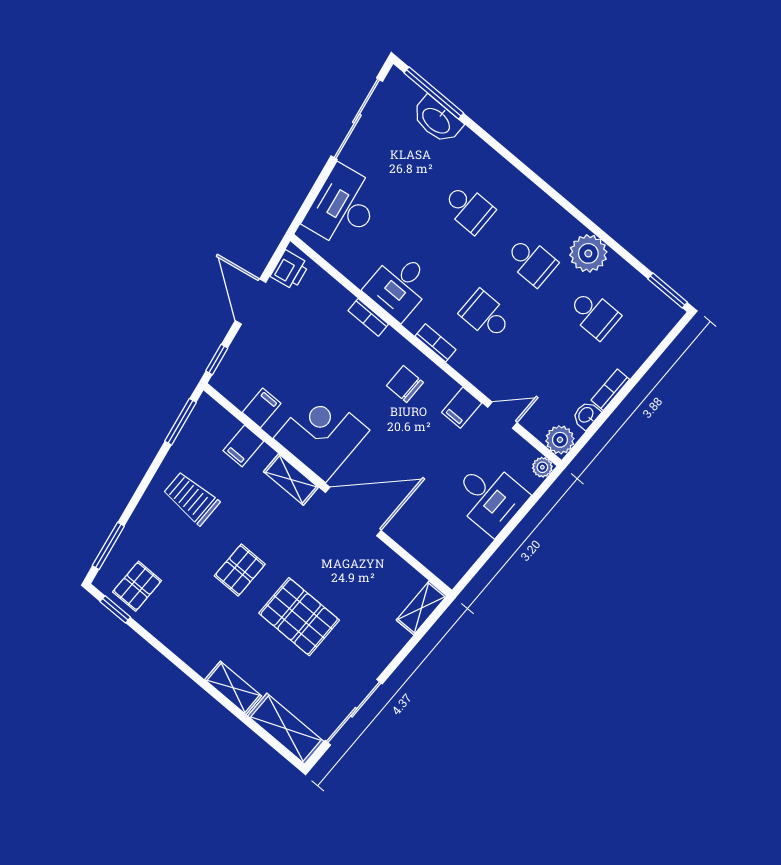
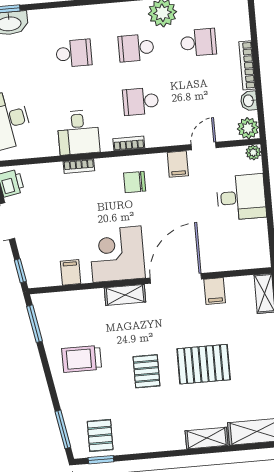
school desk: (531, 261) -> (136, 48), turned 180
bookcase: (610, 390) -> (247, 65), width x1.56
filing cabinet: (243, 446) -> (215, 291), moved

